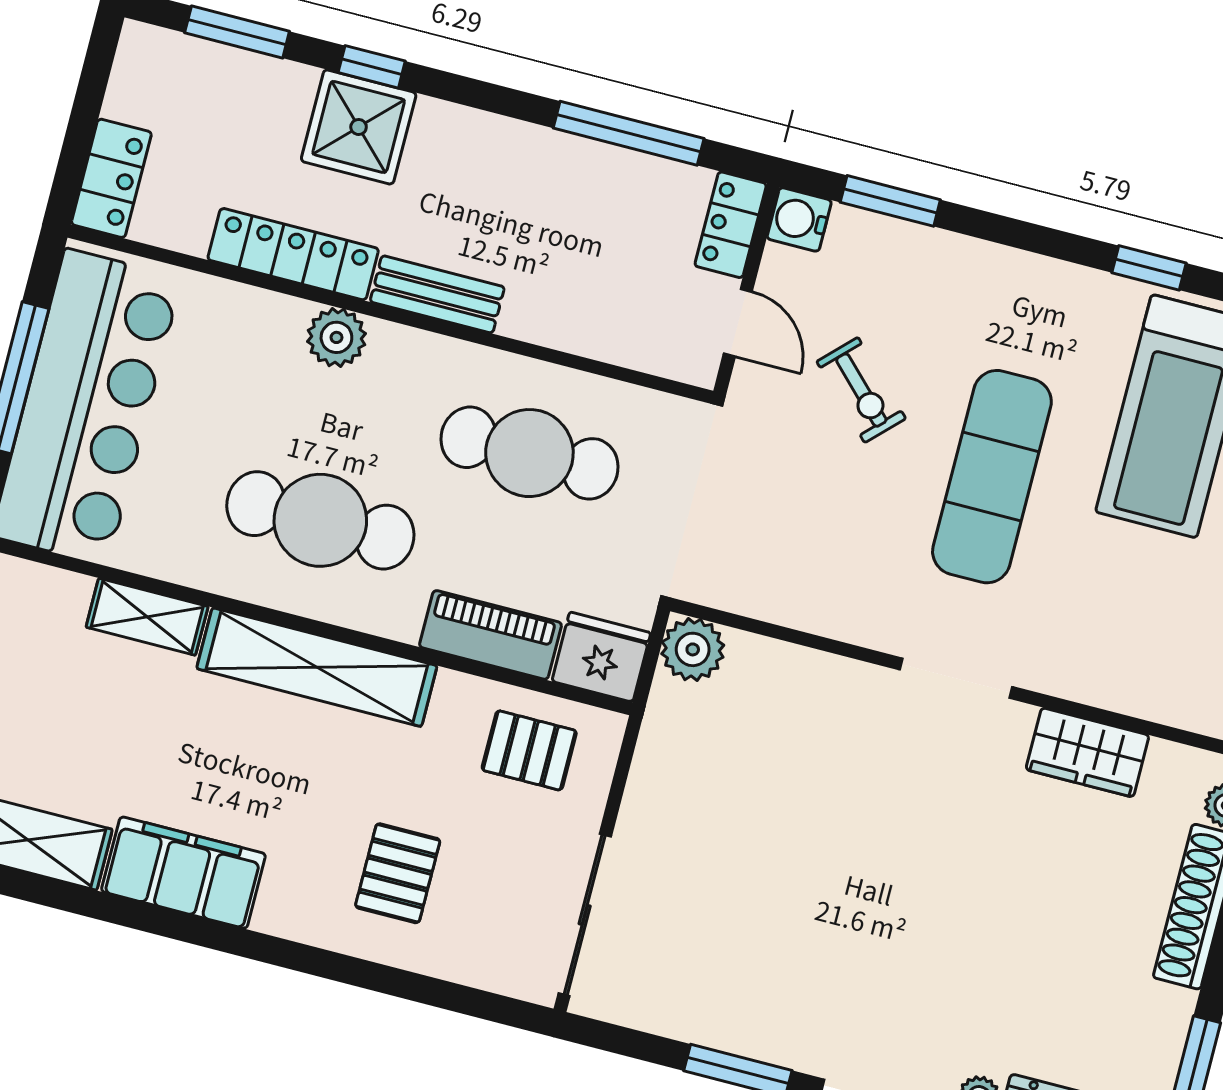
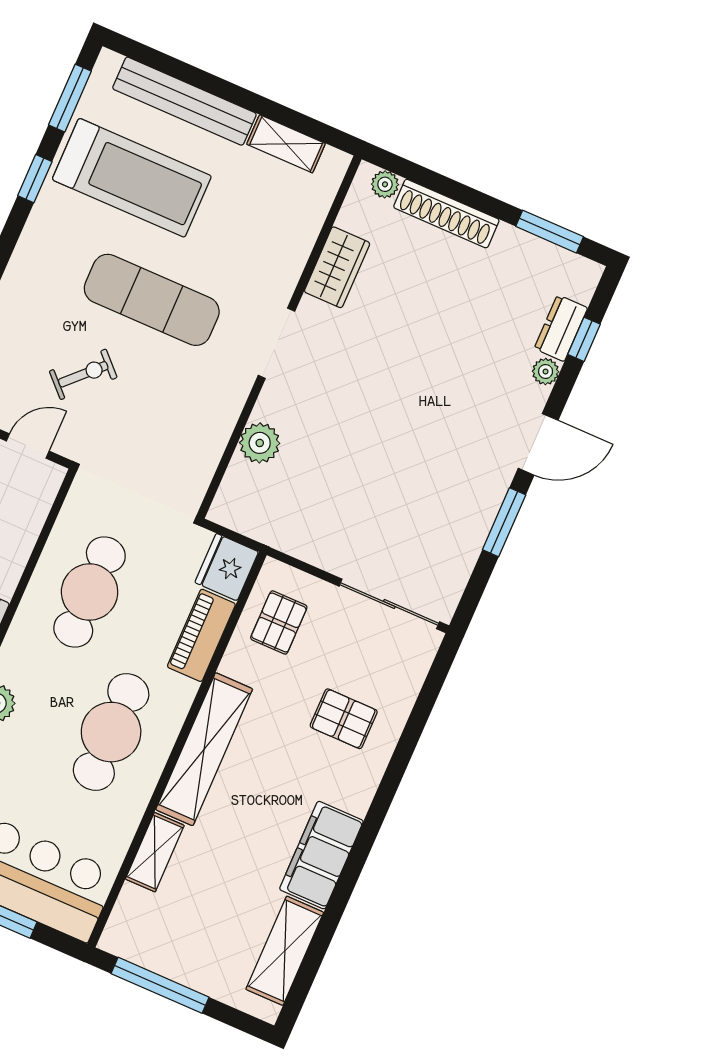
plant: (693, 649) -> (260, 443), moved

